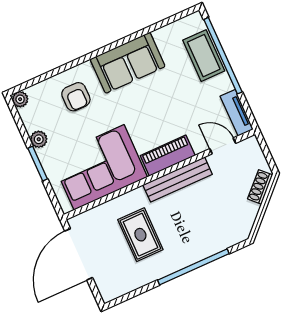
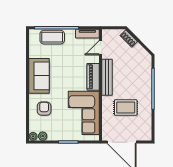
armchair: (76, 97) -> (44, 109), turned -90
plant: (39, 139) -> (43, 136), moved

